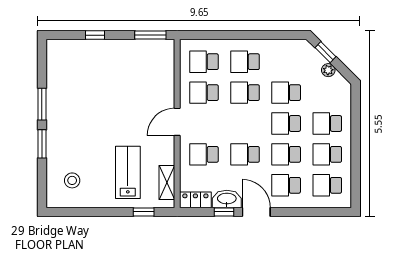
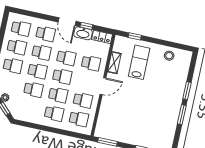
school desk: (245, 124) -> (62, 76), added
lab bench: (128, 172) -> (139, 62), turned 180
stool: (72, 180) -> (169, 56), moved
shelving: (167, 183) -> (114, 63), moved

